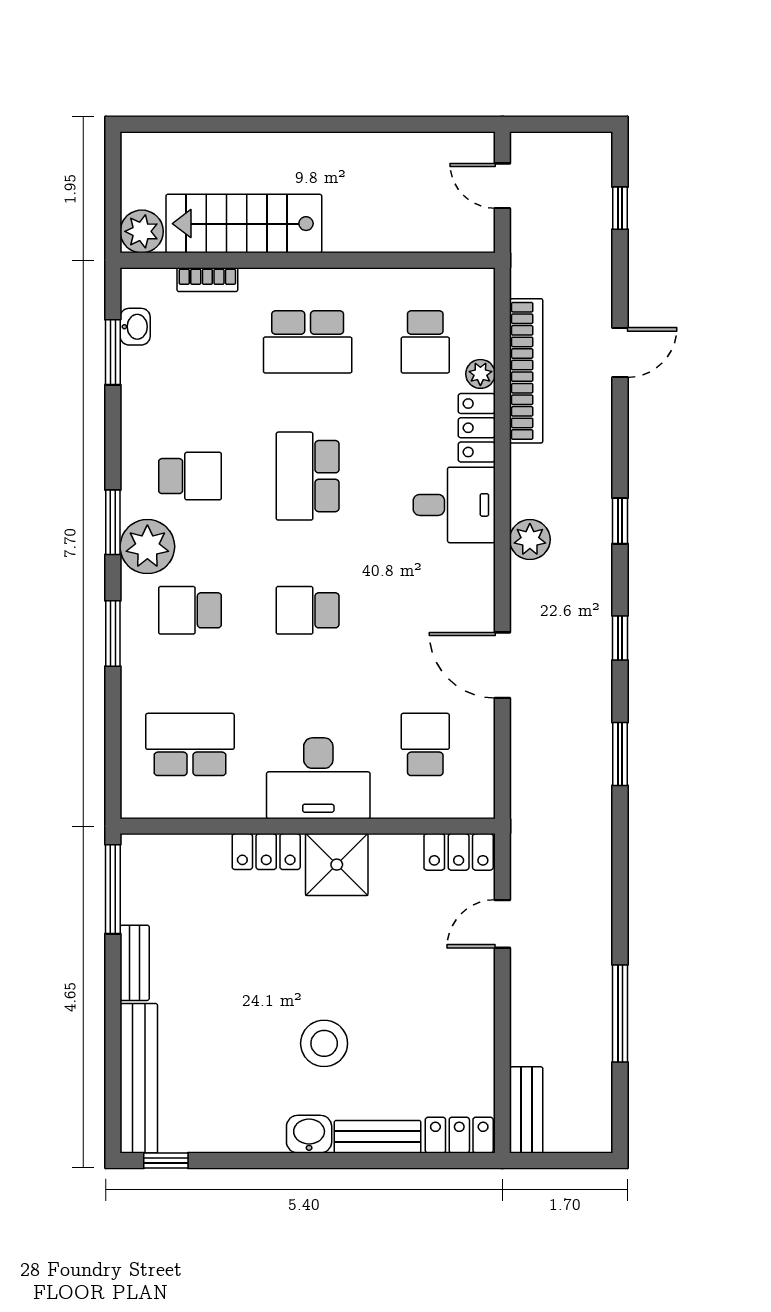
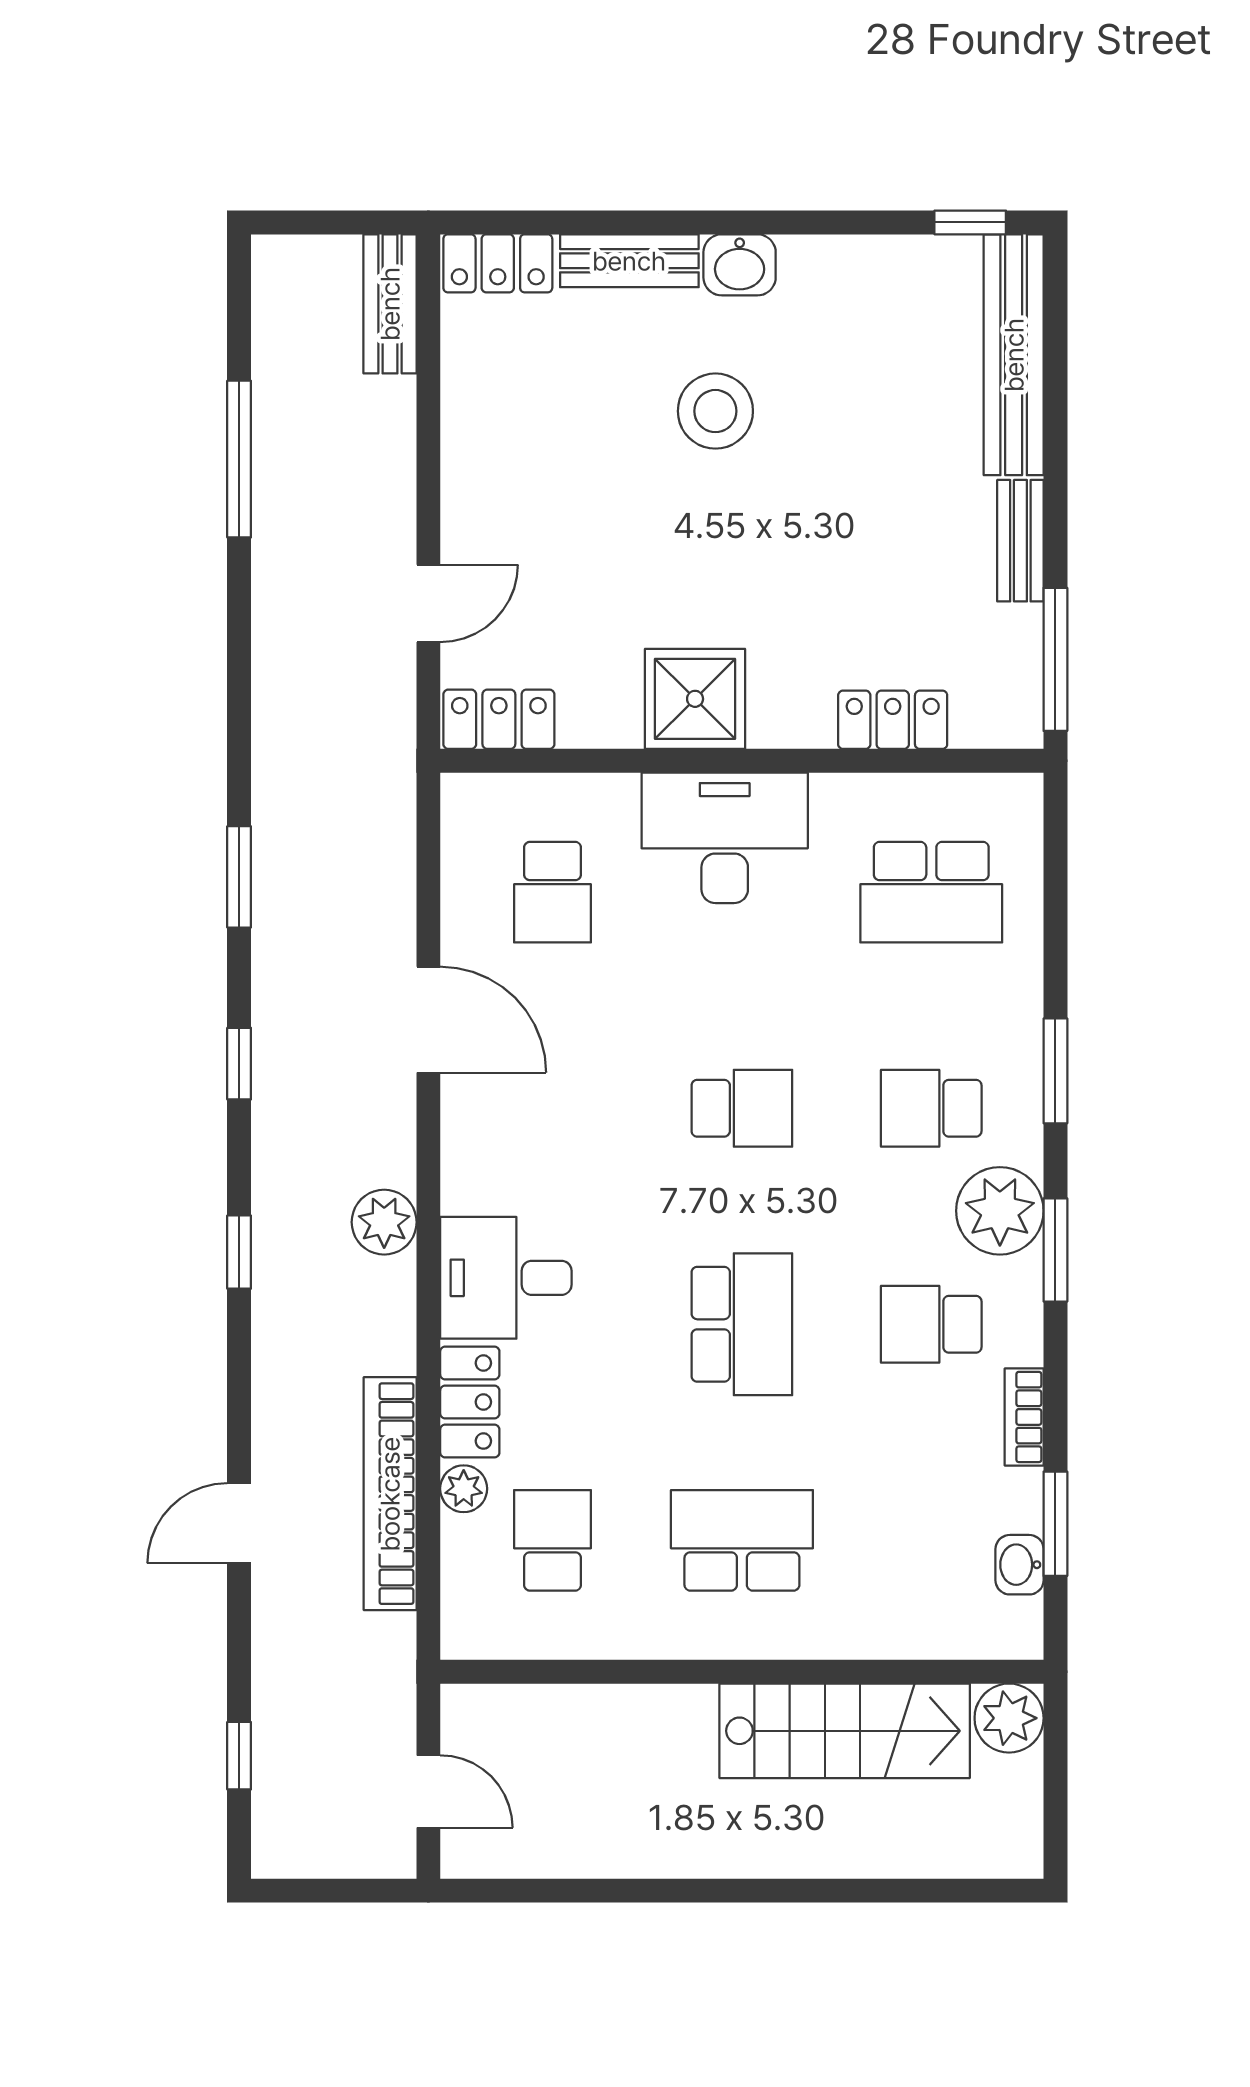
bookcase: (207, 280) -> (1024, 1417), moved, turned -90
school desk: (190, 610) -> (931, 1108), turned 180
locker: (266, 852) -> (893, 720), moved

